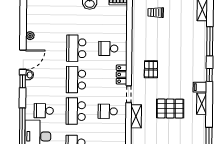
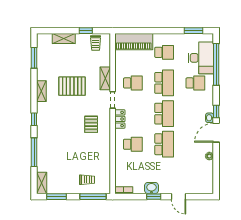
filing cabinet: (200, 87) -> (43, 107), removed

